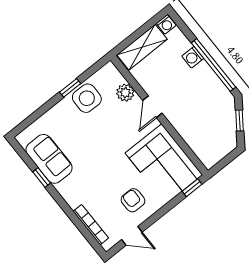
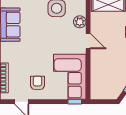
door: (152, 107) -> (88, 41), swing flipped

